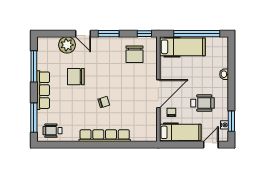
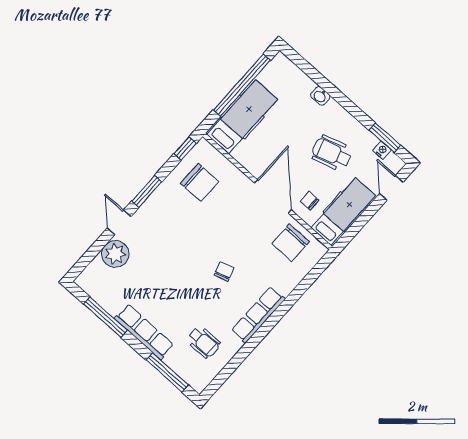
door: (83, 34) -> (119, 222), swing flipped
chair: (76, 77) -> (291, 243), moved
wheelchair: (202, 103) -> (332, 153), turned -107
wheelchair: (52, 131) -> (204, 342), moved, turned -90
row of seats: (105, 136) -> (258, 315), width x0.73

